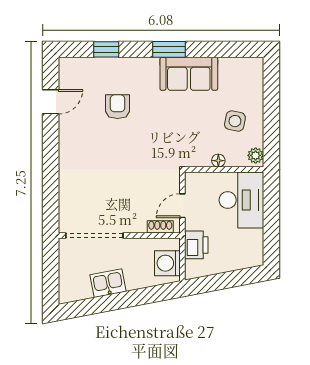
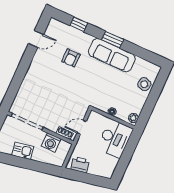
sofa: (189, 74) -> (112, 55), width x1.36
armchair: (118, 107) -> (71, 58), turned 180
side table: (235, 121) -> (144, 84), moved
printer: (196, 245) -> (80, 165), moved, turned -101
washing machine: (167, 263) -> (51, 142), moved, turned -90

